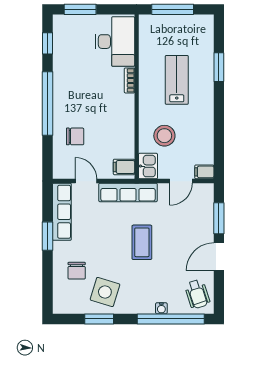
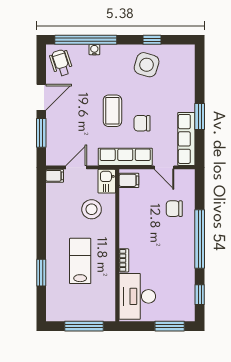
lab bench: (177, 80) -> (80, 261), turned 180
chair: (77, 271) -> (142, 123), moved, turned -90
window: (99, 319) -> (152, 40), width x0.67

